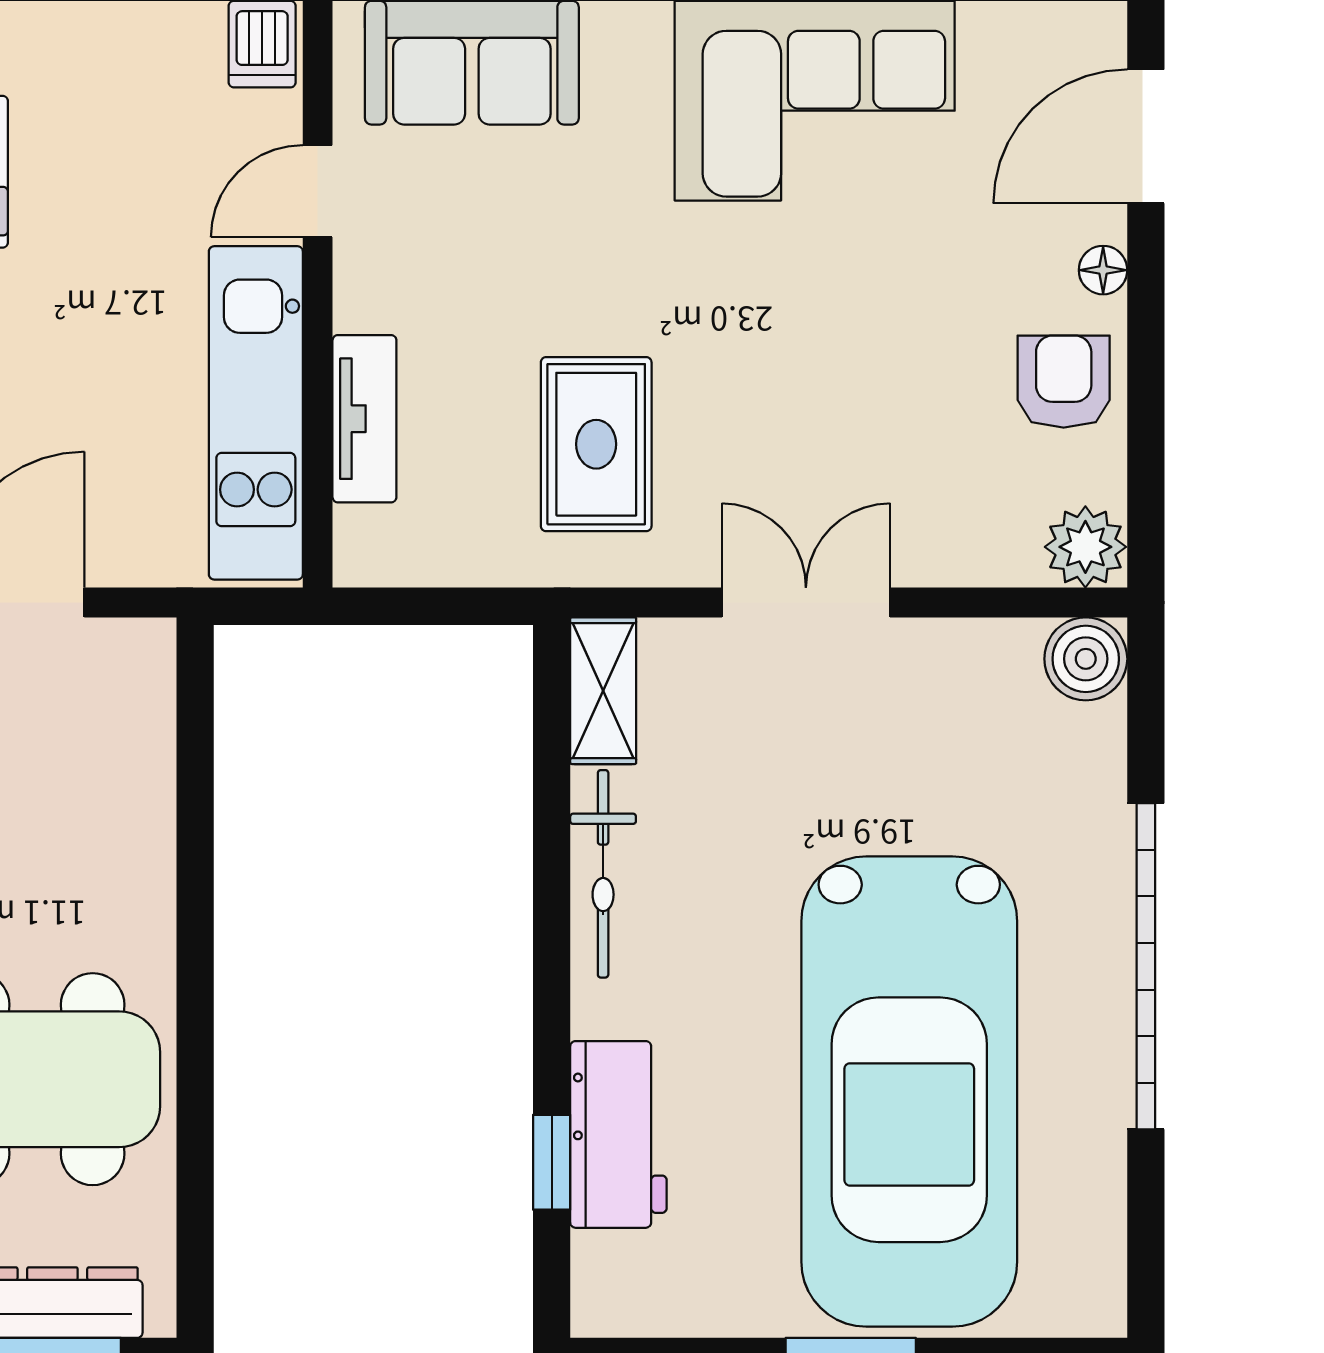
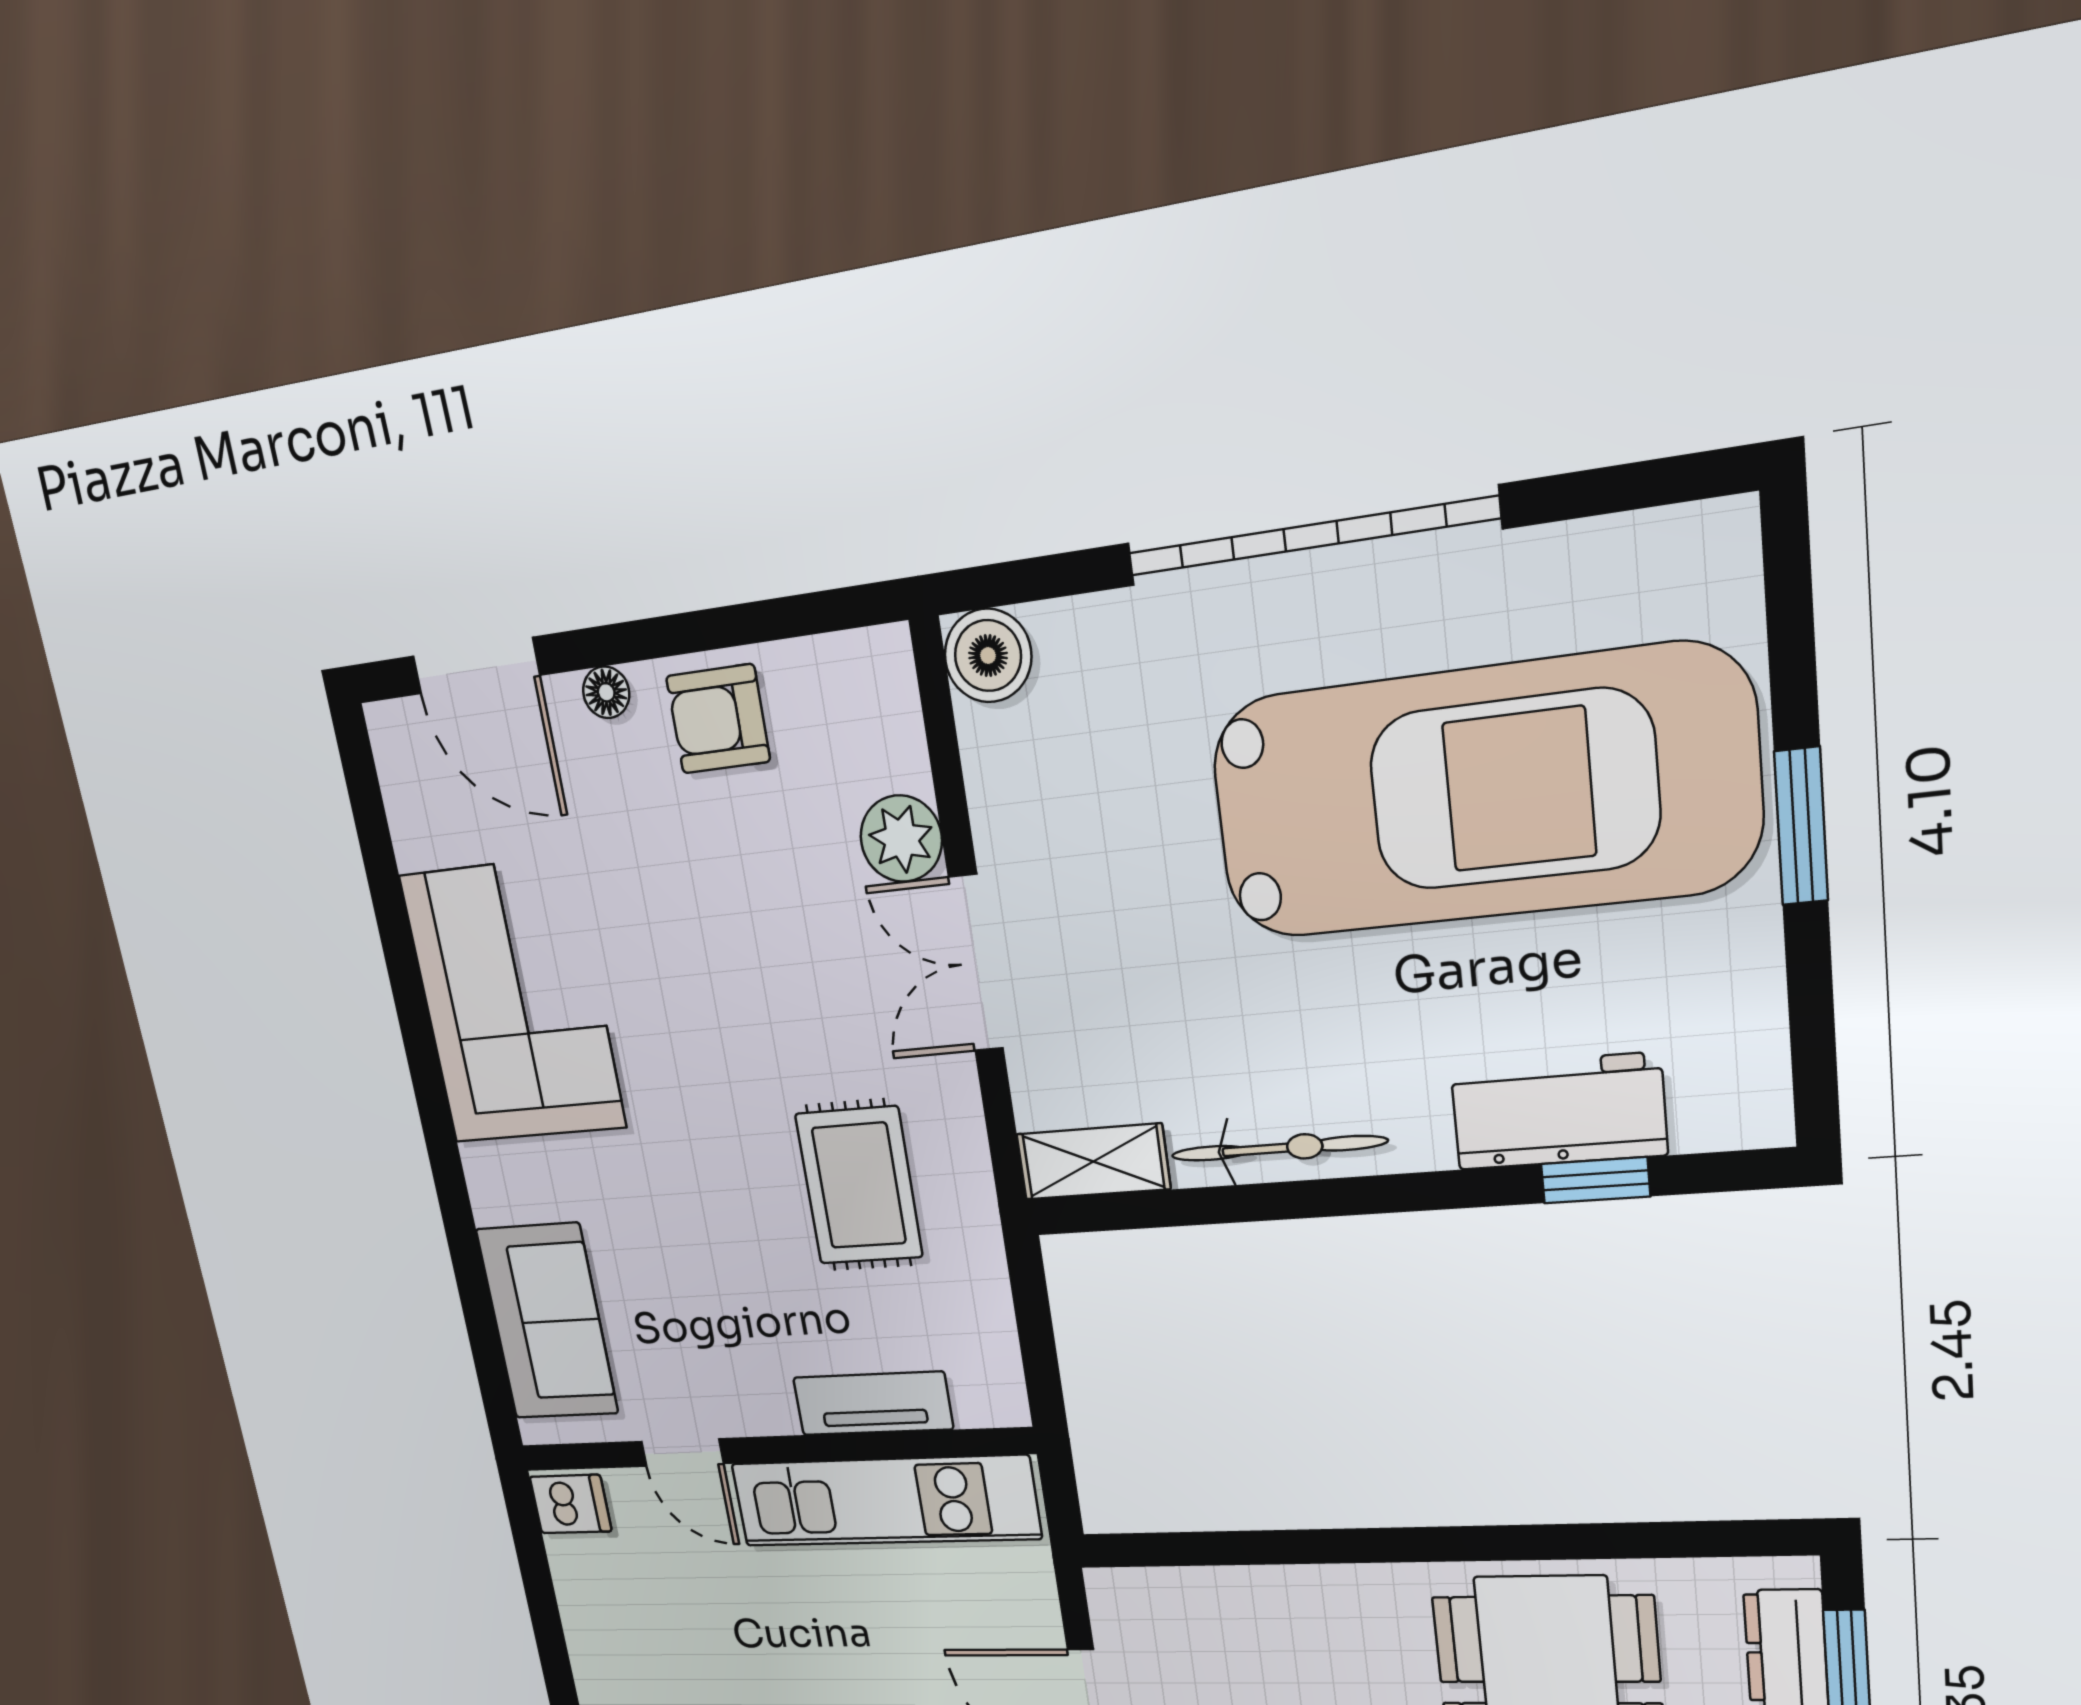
rug: (596, 444) -> (859, 1186), turned 90
plant: (1085, 547) -> (901, 839), moved

